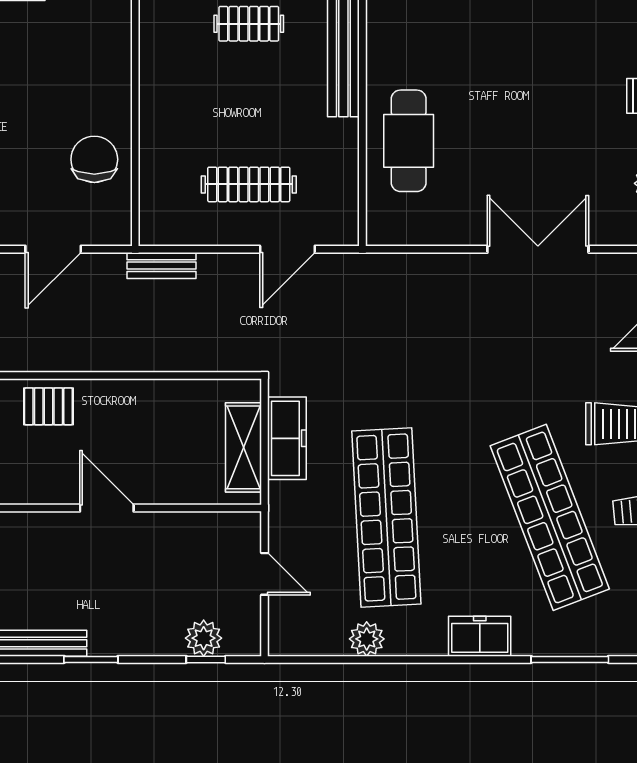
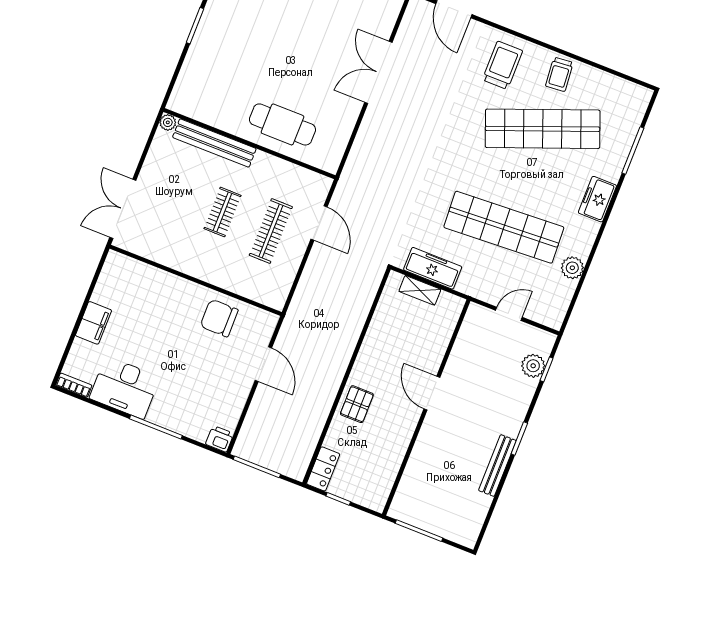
clothes rail: (249, 24) -> (222, 212), moved
bench: (161, 266) -> (299, 303), removed
shelving: (243, 447) -> (420, 290), width x0.67, depth x0.75
door: (107, 508) -> (432, 393), hinge flipped

